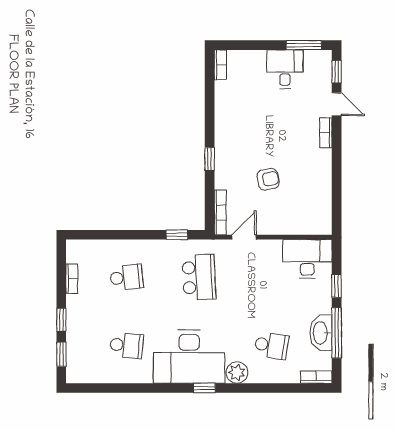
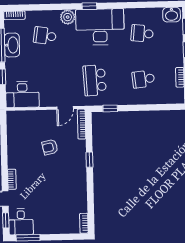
desk: (285, 69) -> (21, 222), moved
washbasin: (82, 372) -> (172, 15), added

